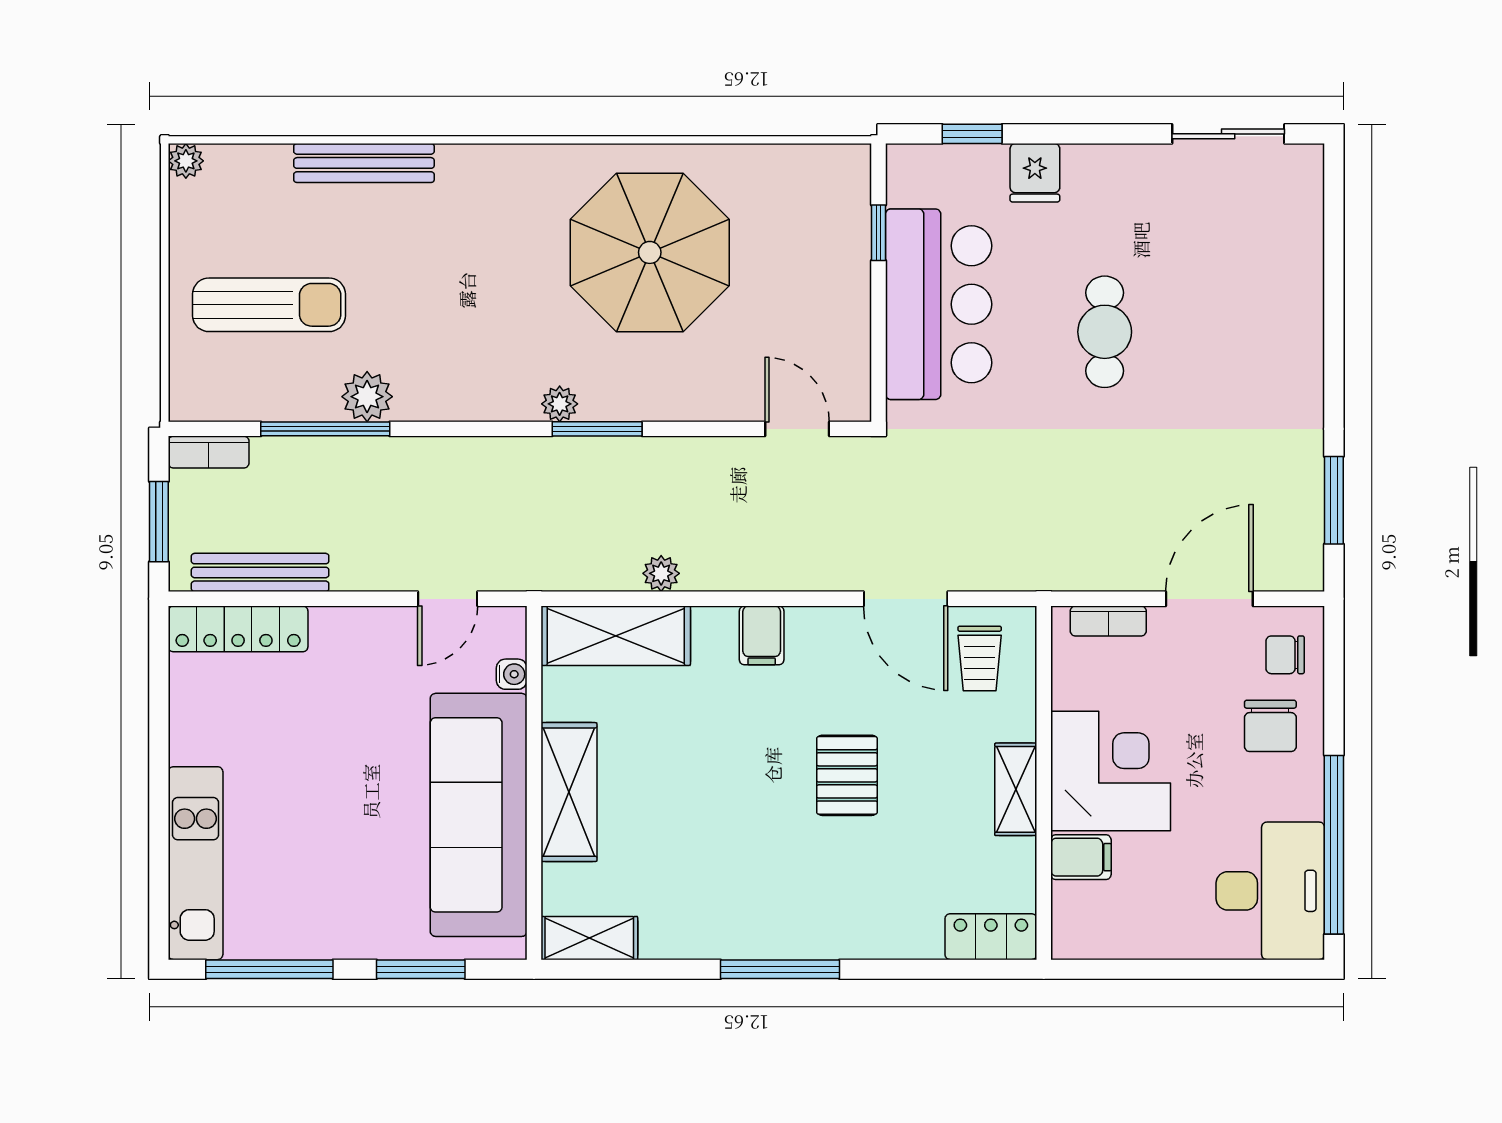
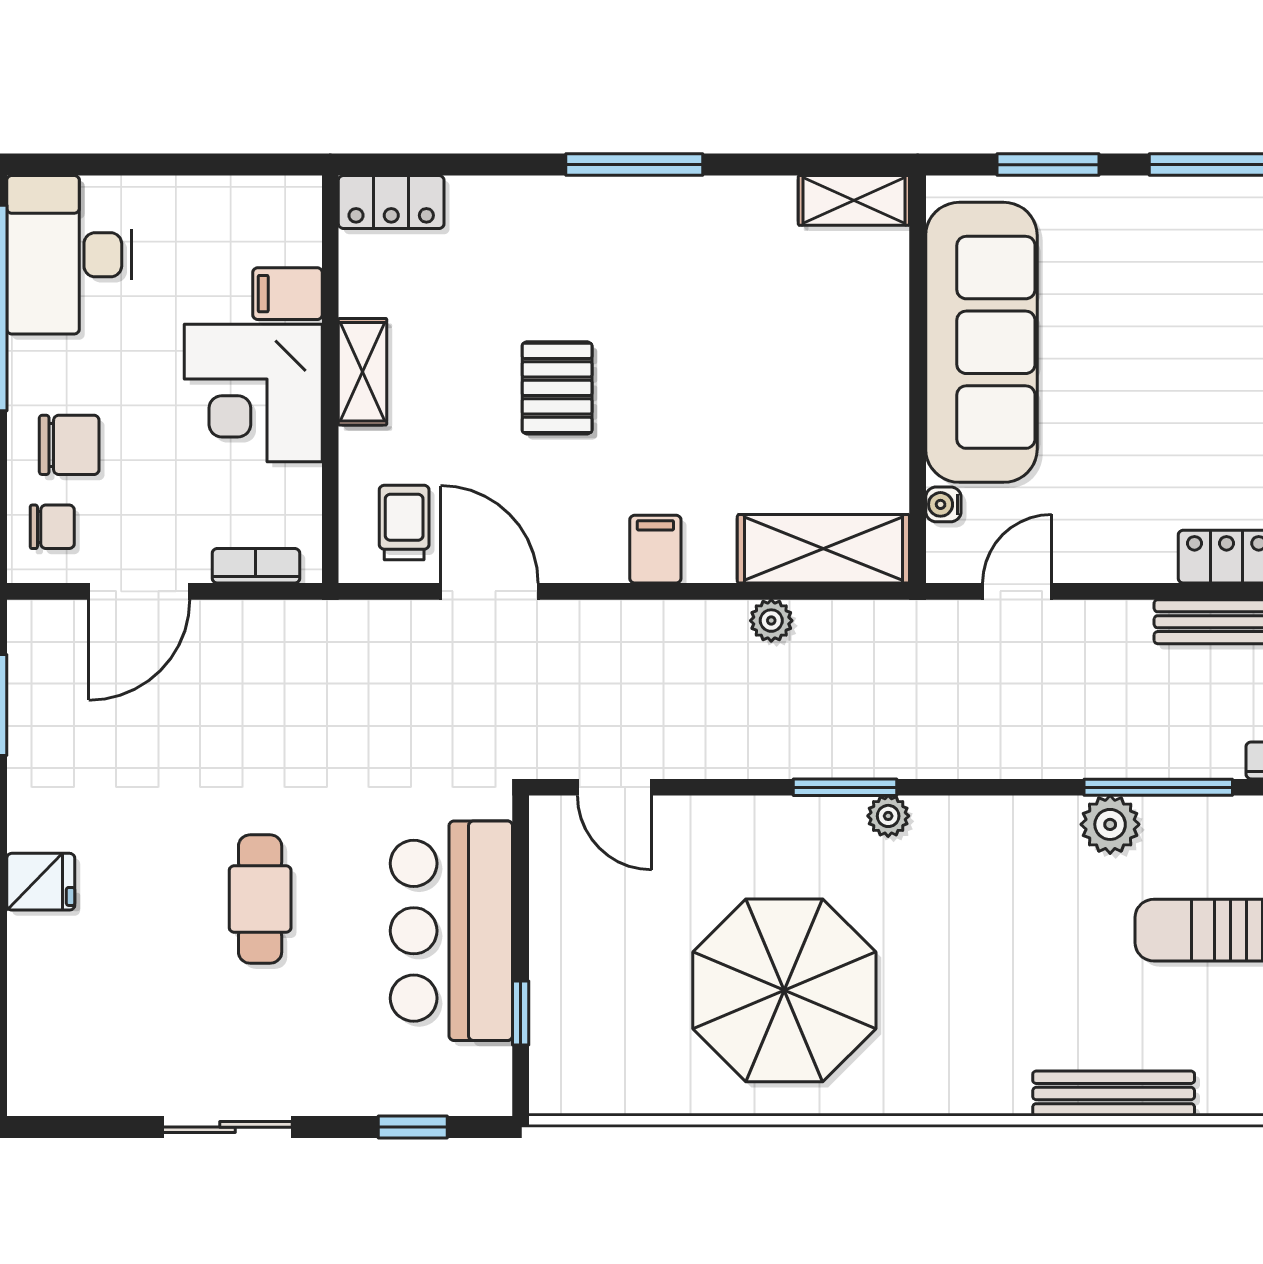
sliding door: (1228, 134) -> (227, 1127), moved
fridge: (1035, 173) -> (41, 882), moved, turned 90
chair: (1270, 726) -> (69, 445), turned 90
shelving: (569, 792) -> (877, 369), removed

